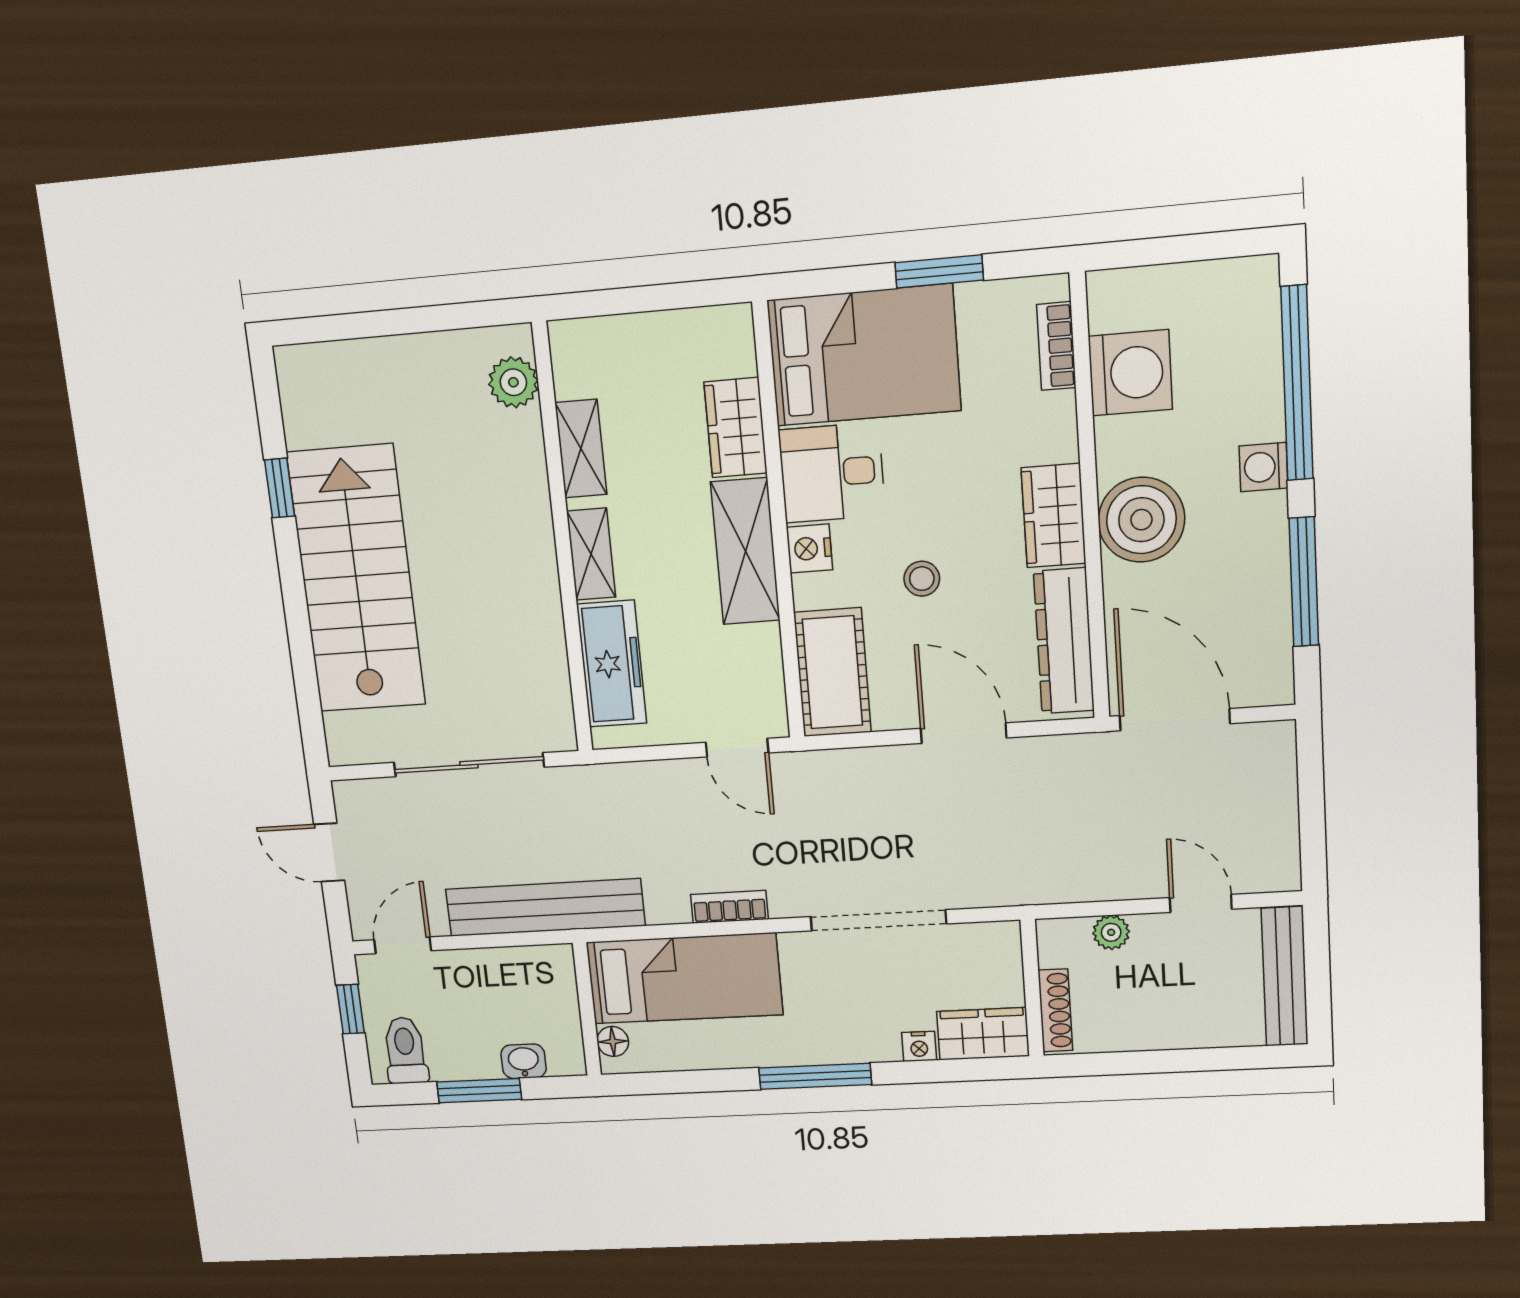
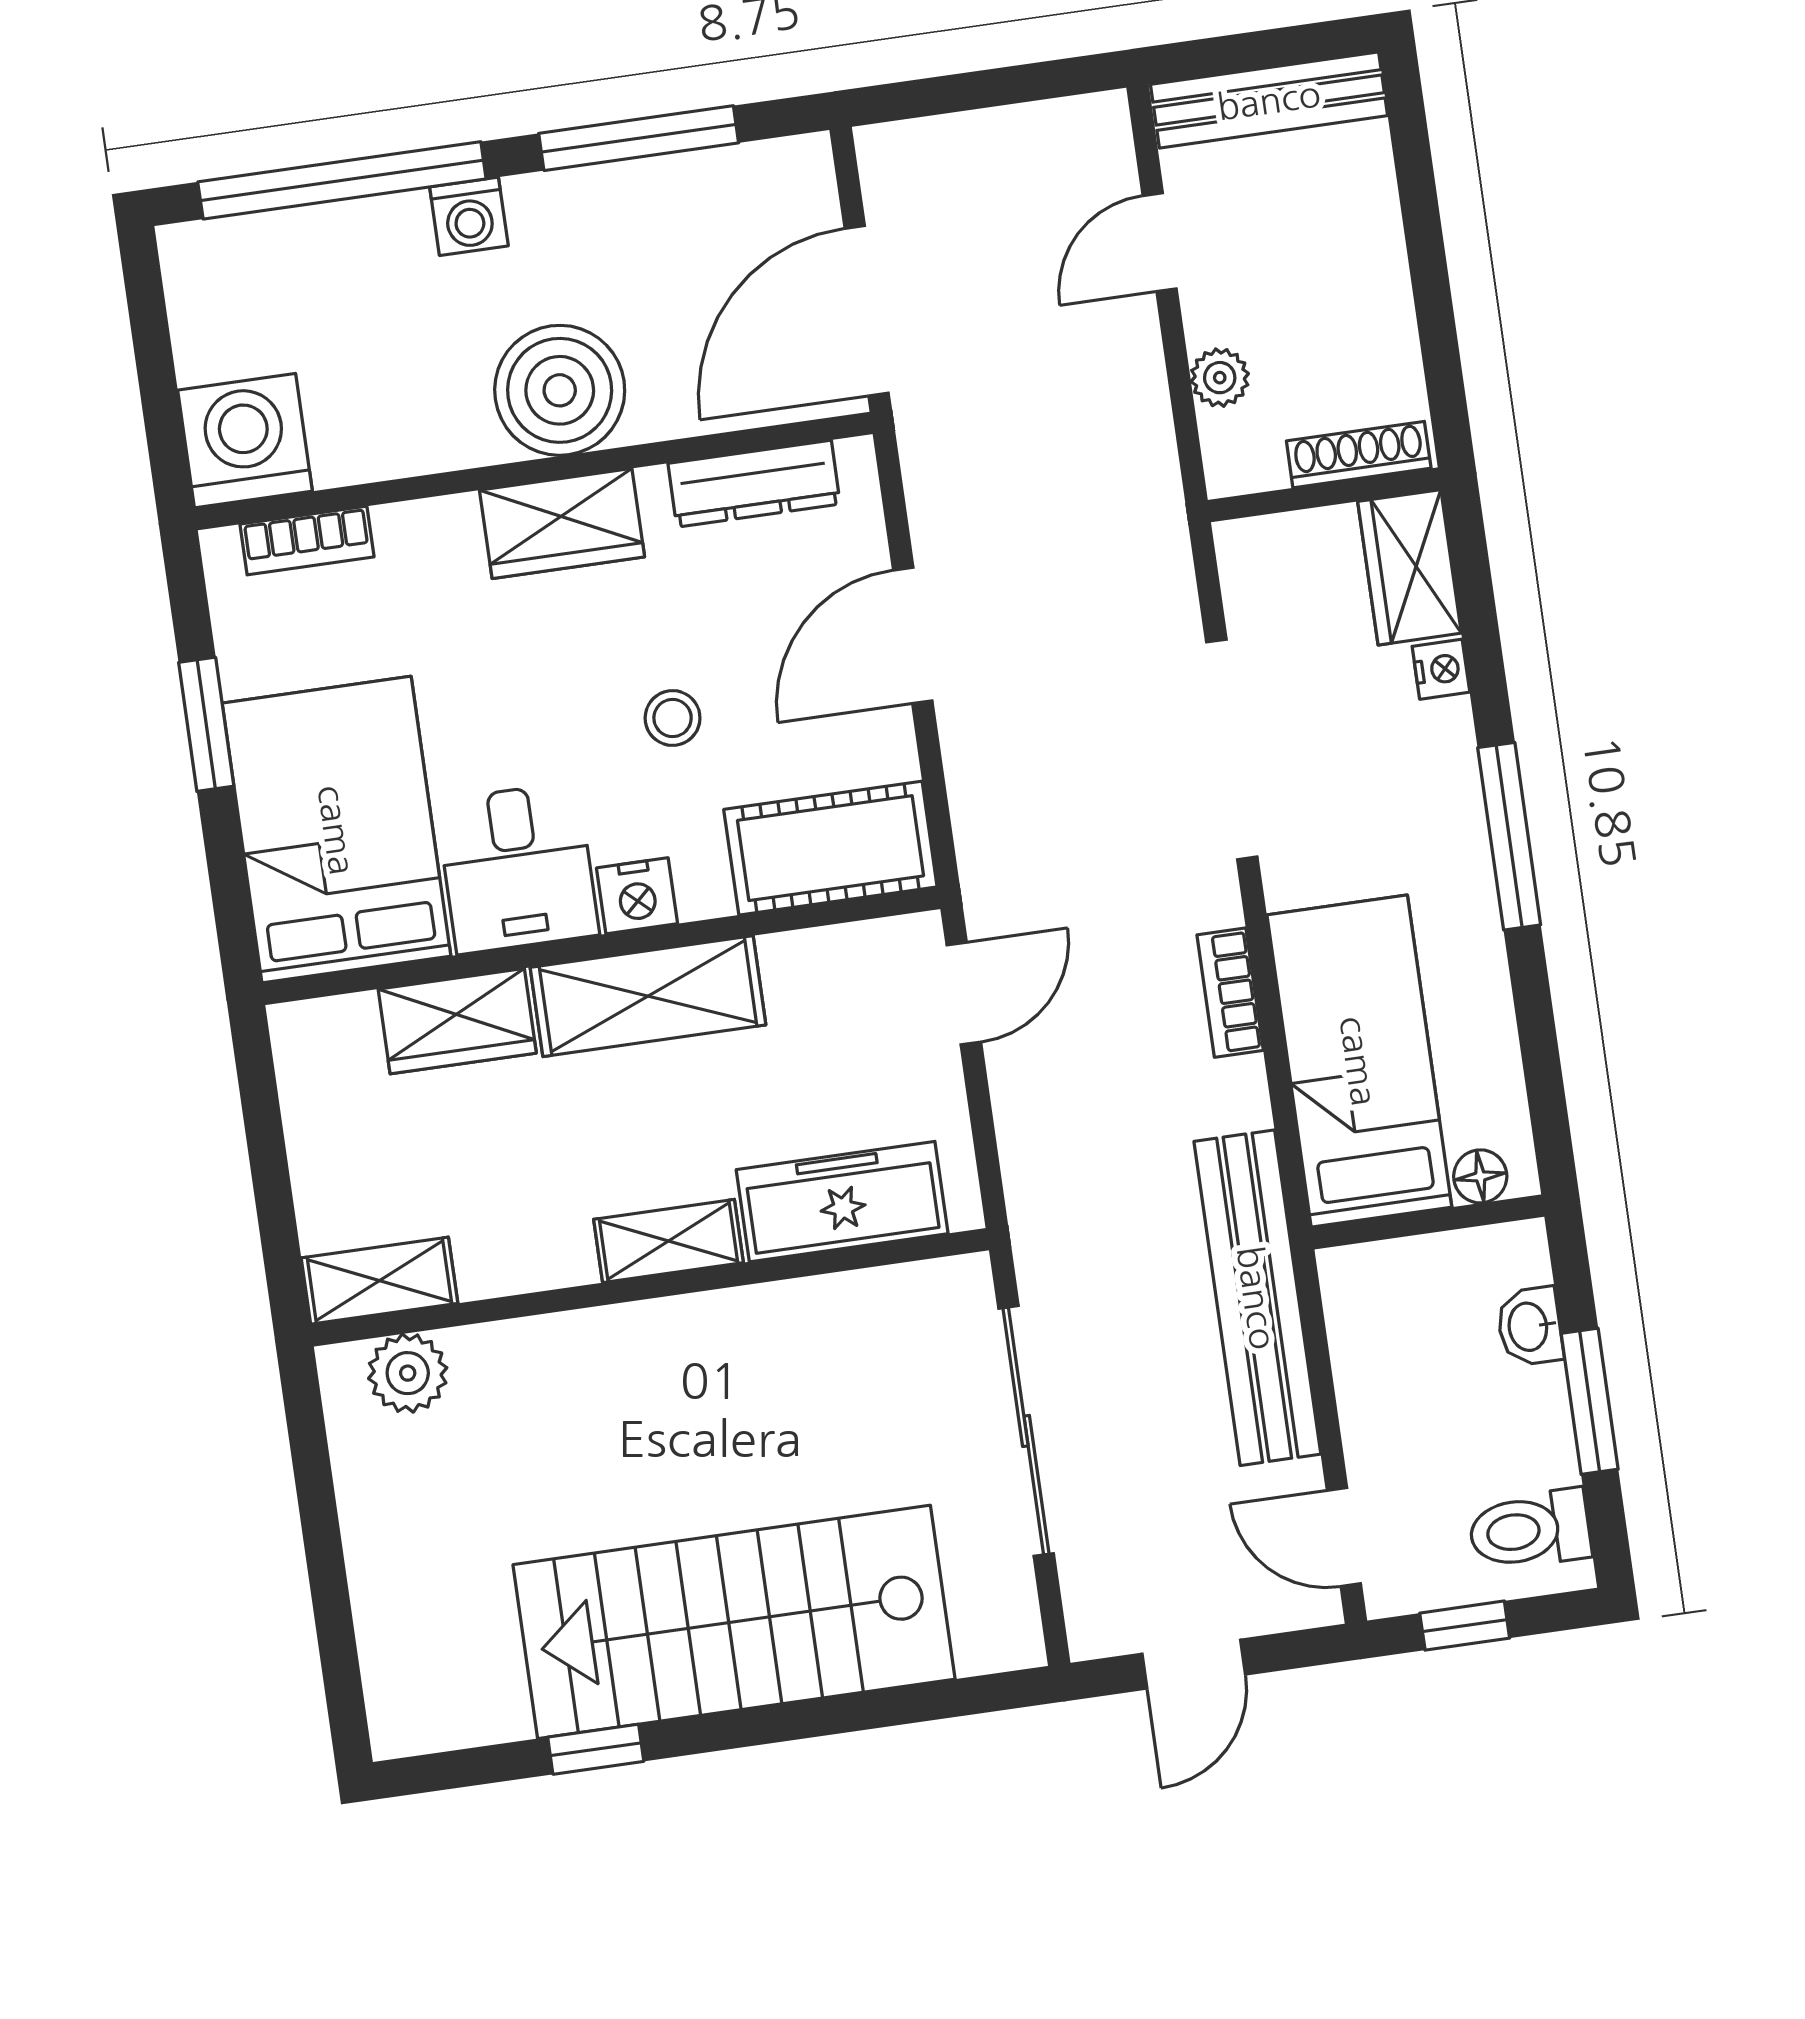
washing machine: (1130, 373) -> (245, 441), moved
shelving: (581, 449) -> (379, 1281), moved
dresser: (1064, 641) -> (754, 484), width x0.73, depth x0.80

